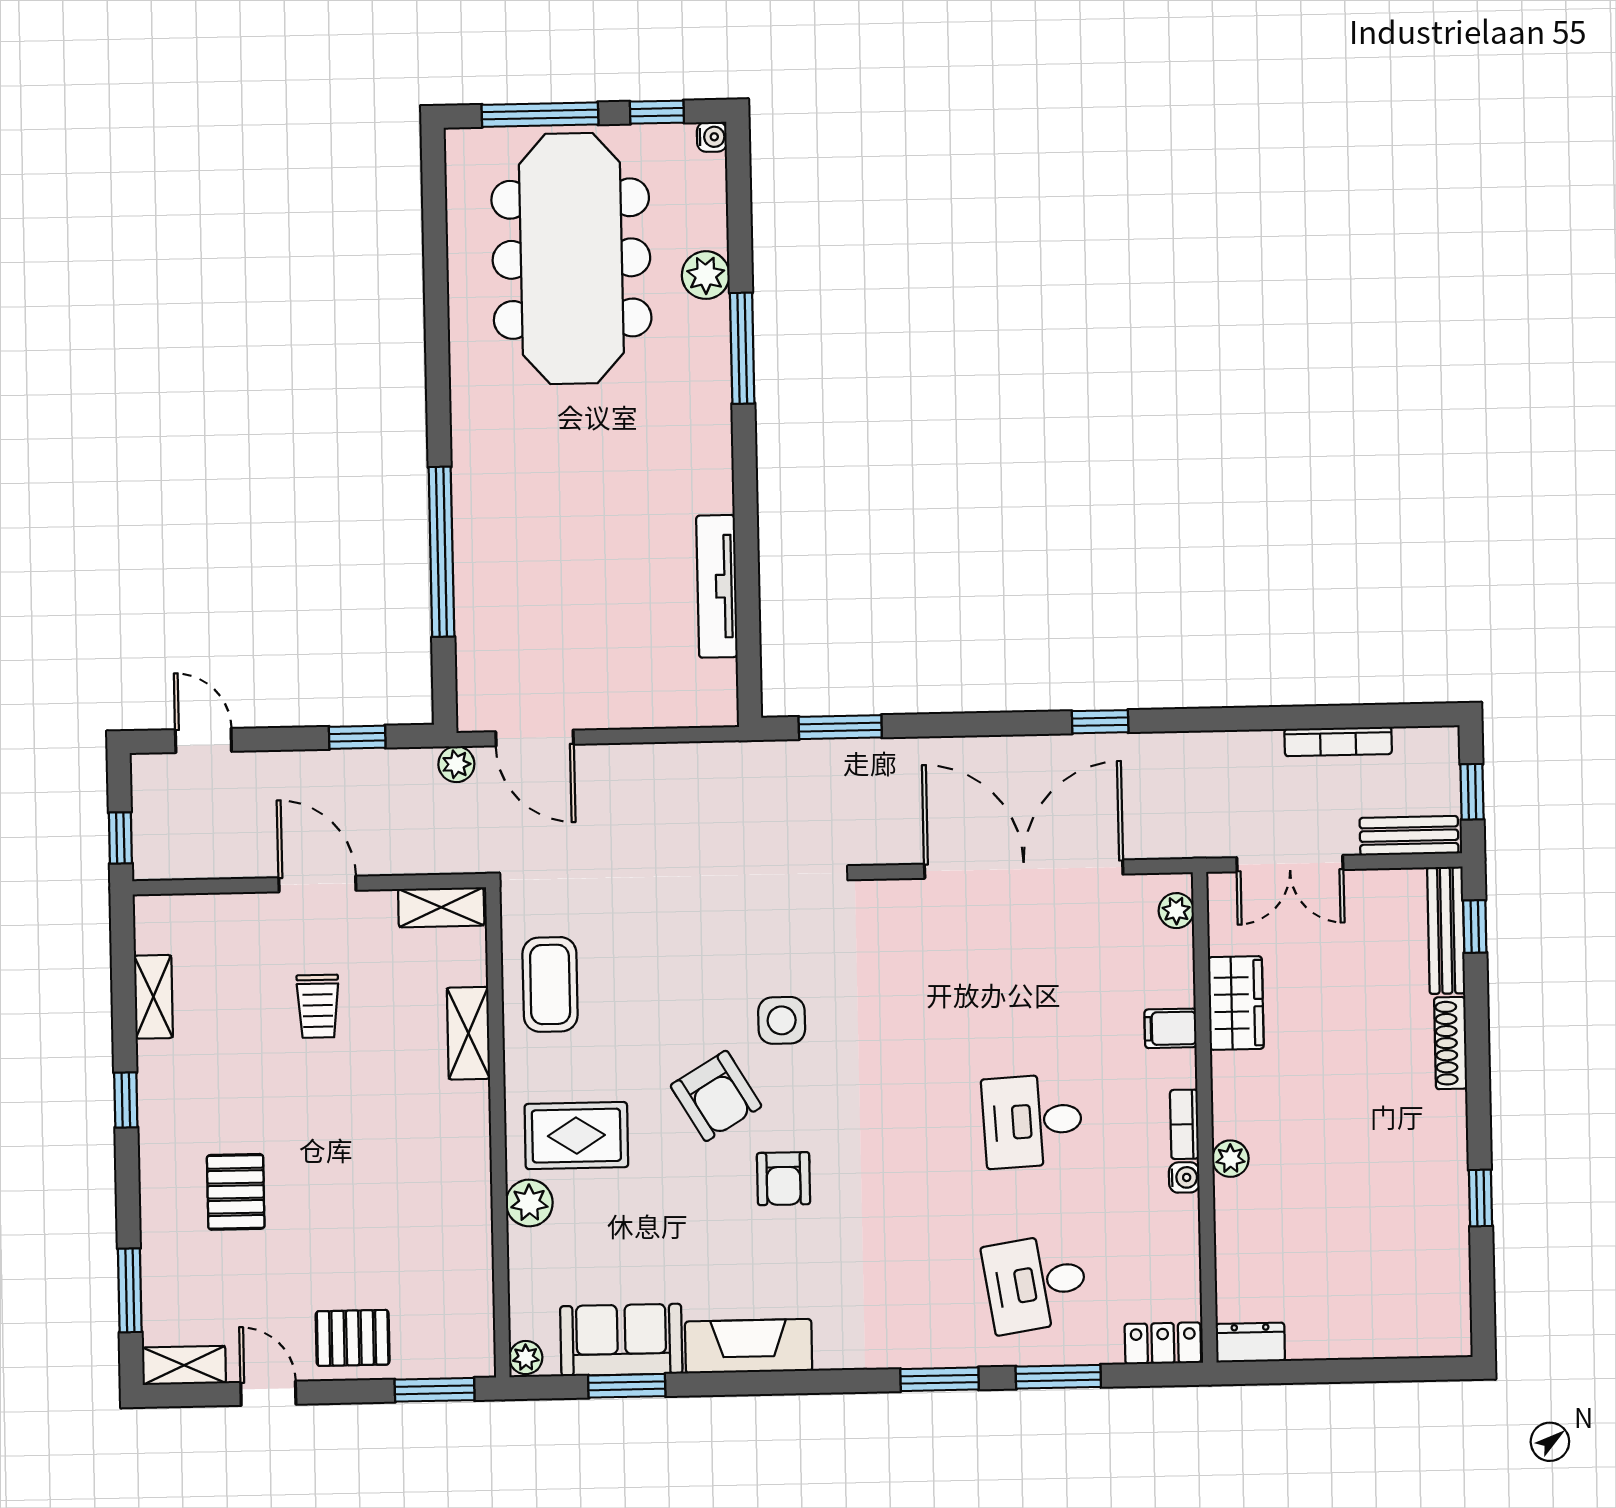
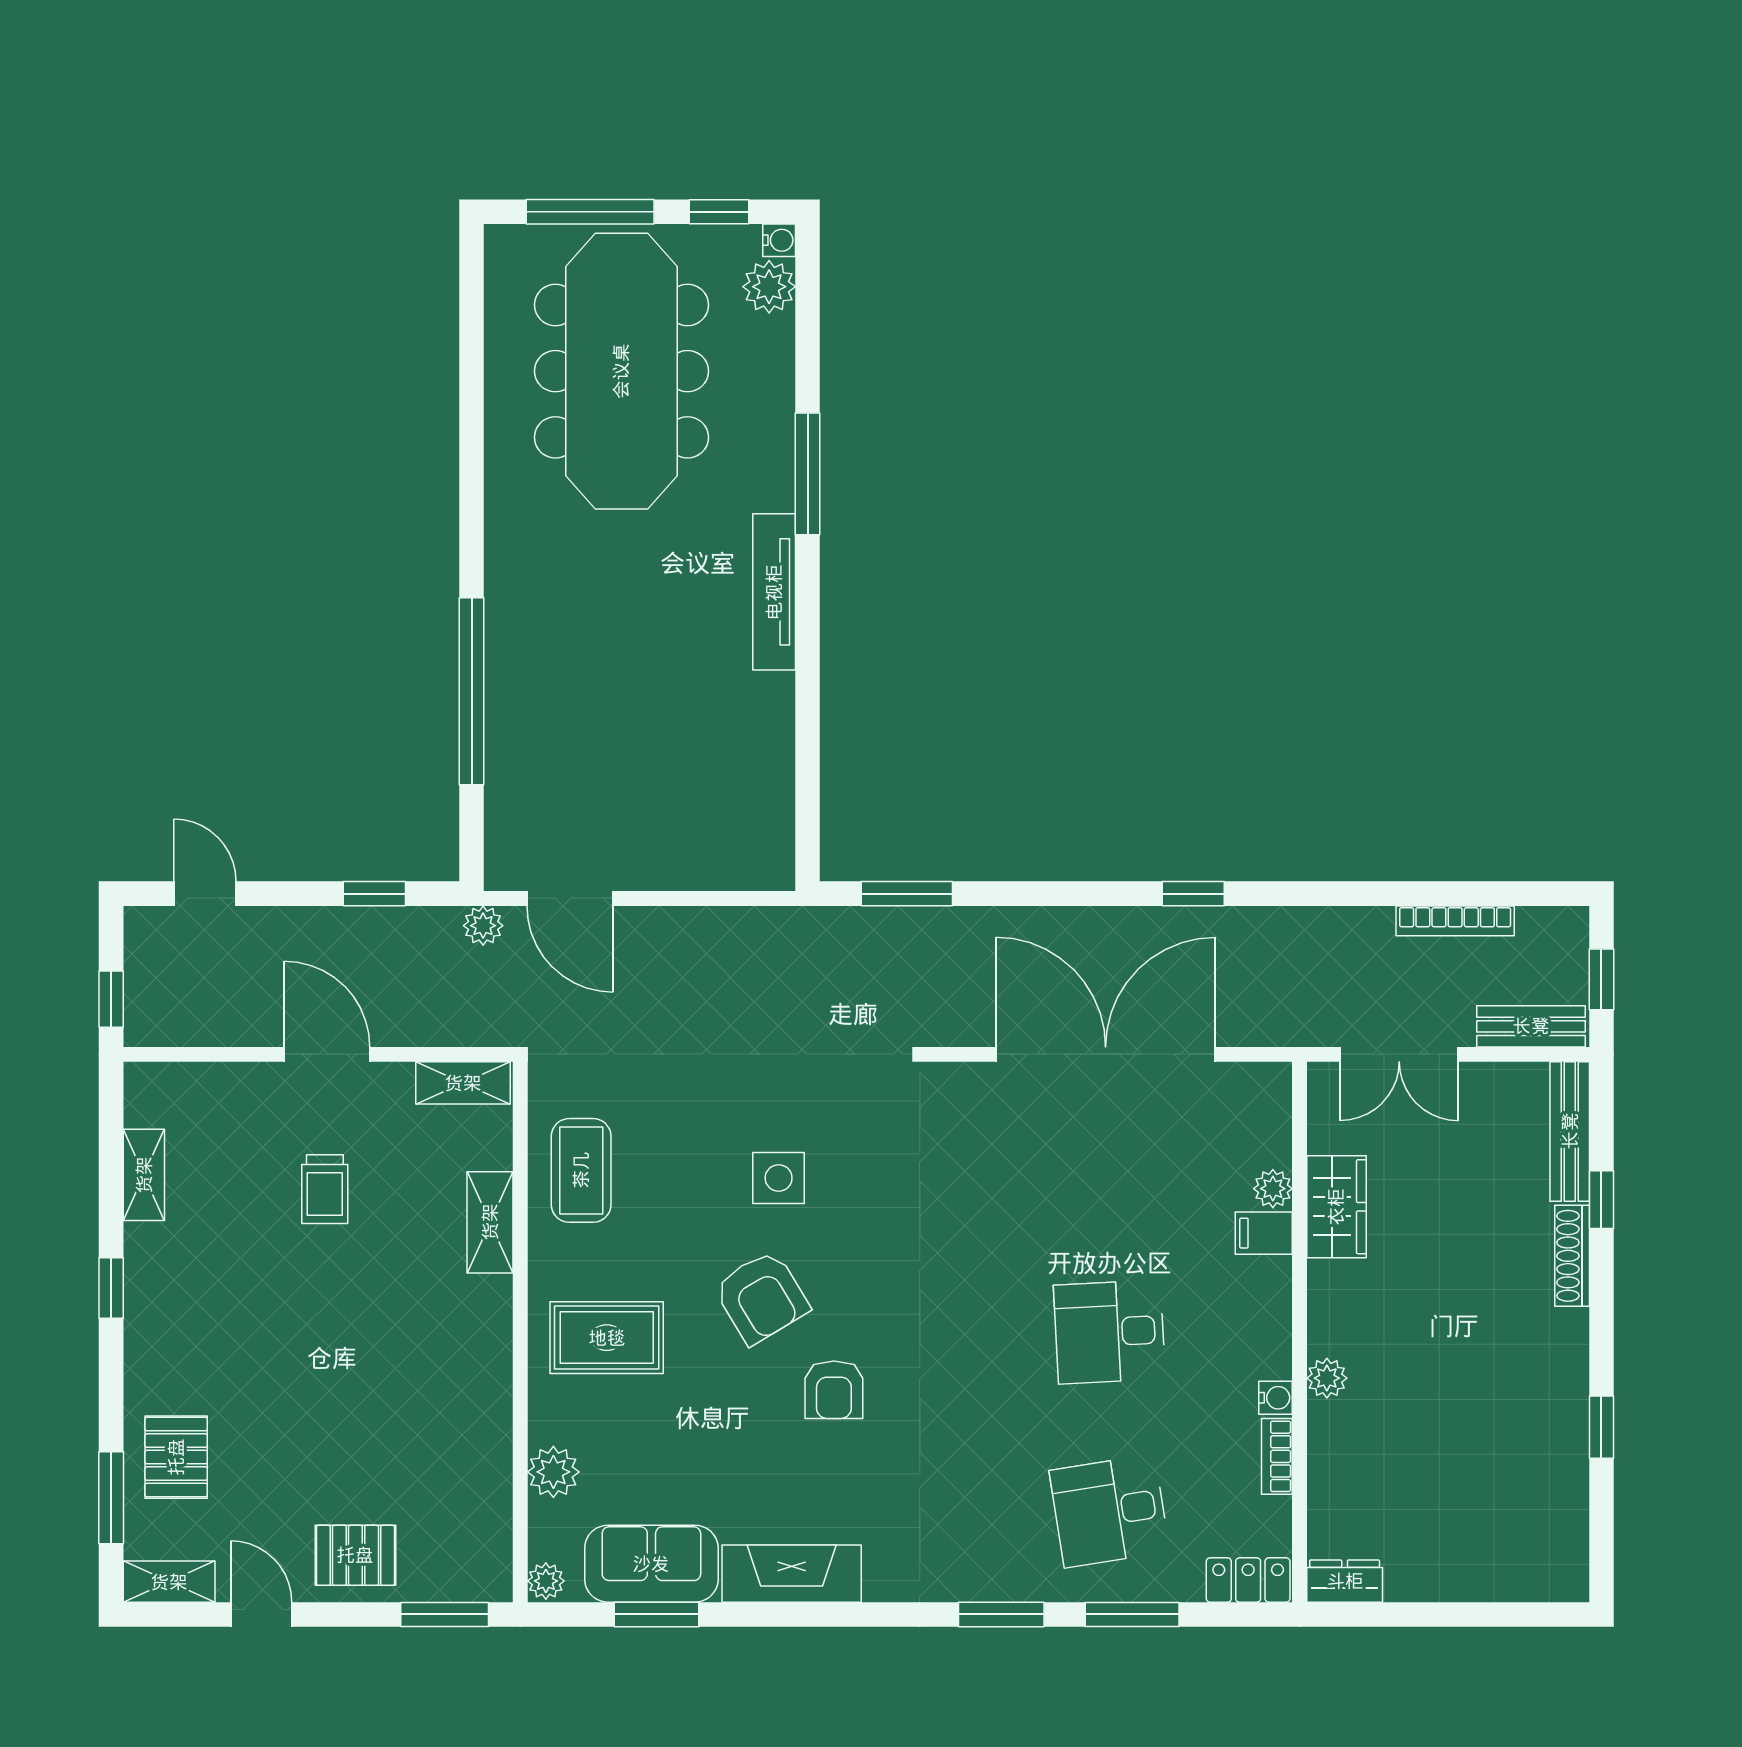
plant: (706, 275) -> (769, 287), moved
tv unit: (717, 586) -> (774, 592), moved
plant: (1176, 911) -> (1273, 1189), moved
window: (1475, 927) -> (1601, 1200), moved
side table: (782, 1020) -> (779, 1178), moved
bookcase: (1184, 1124) -> (1277, 1456), moved
pallet: (236, 1192) -> (176, 1457), moved
plant: (529, 1203) -> (553, 1472), moved

